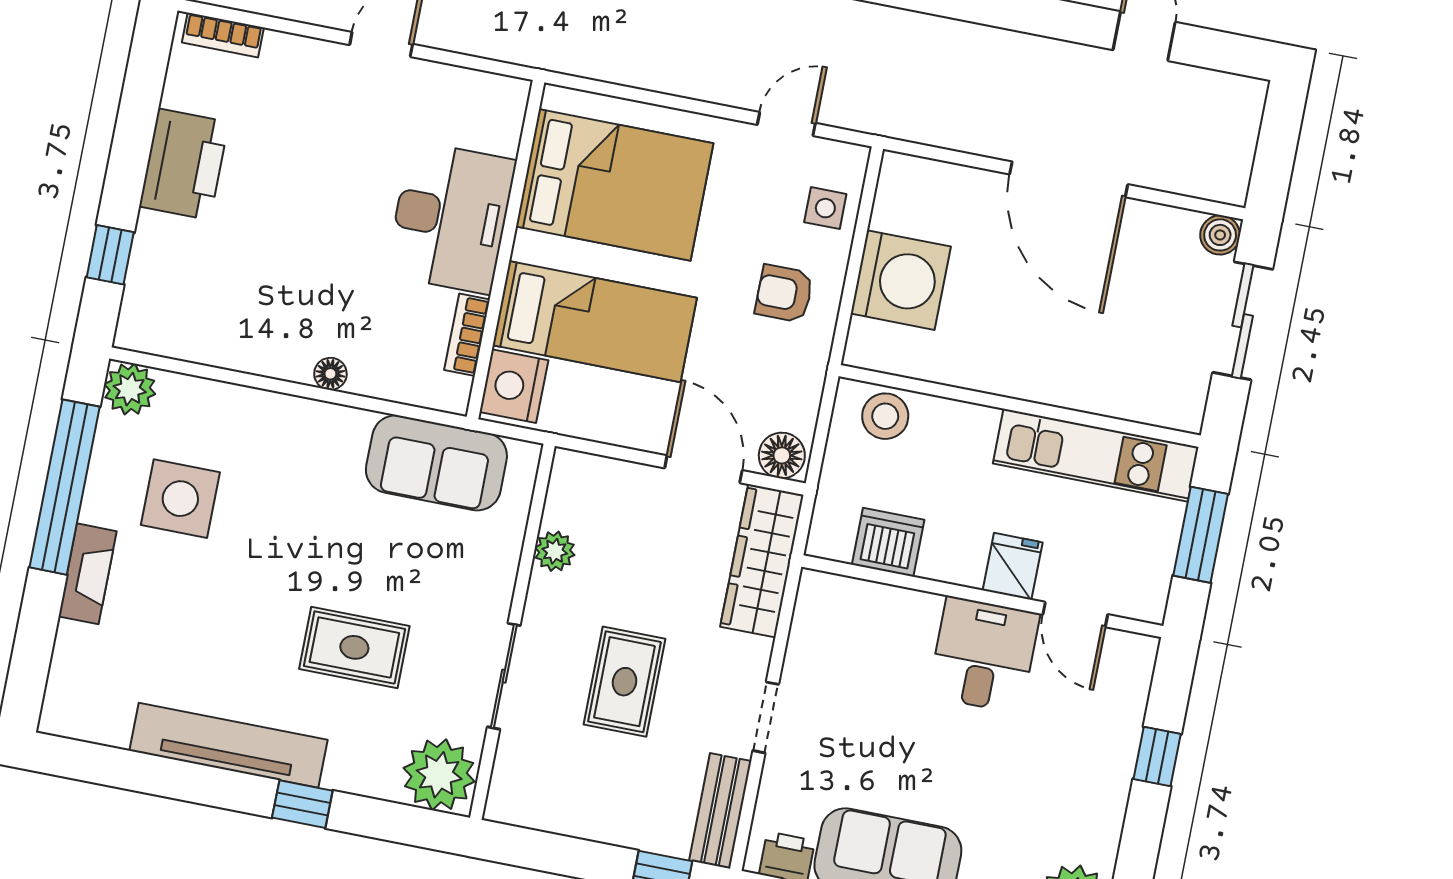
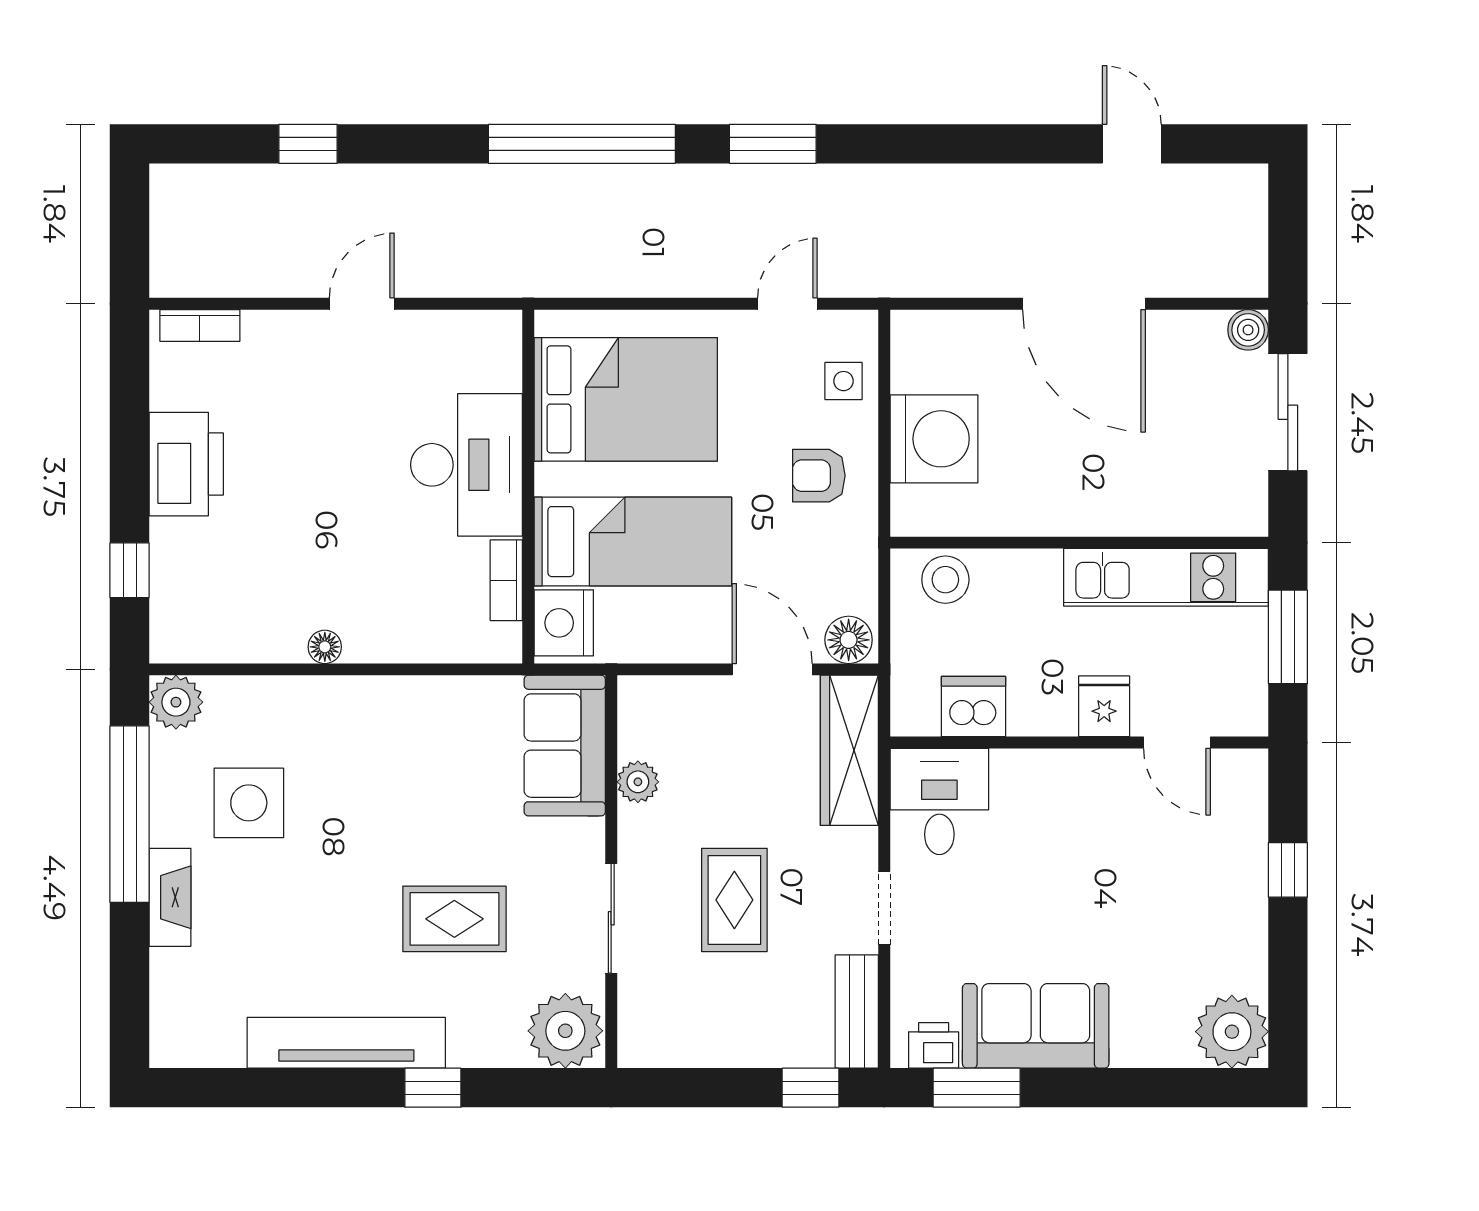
floor lamp: (330, 374) -> (325, 647), moved
sofa: (436, 463) -> (565, 746), moved, turned 90
desk: (984, 655) -> (939, 801), moved

